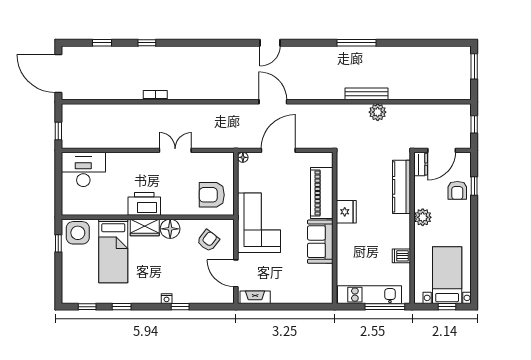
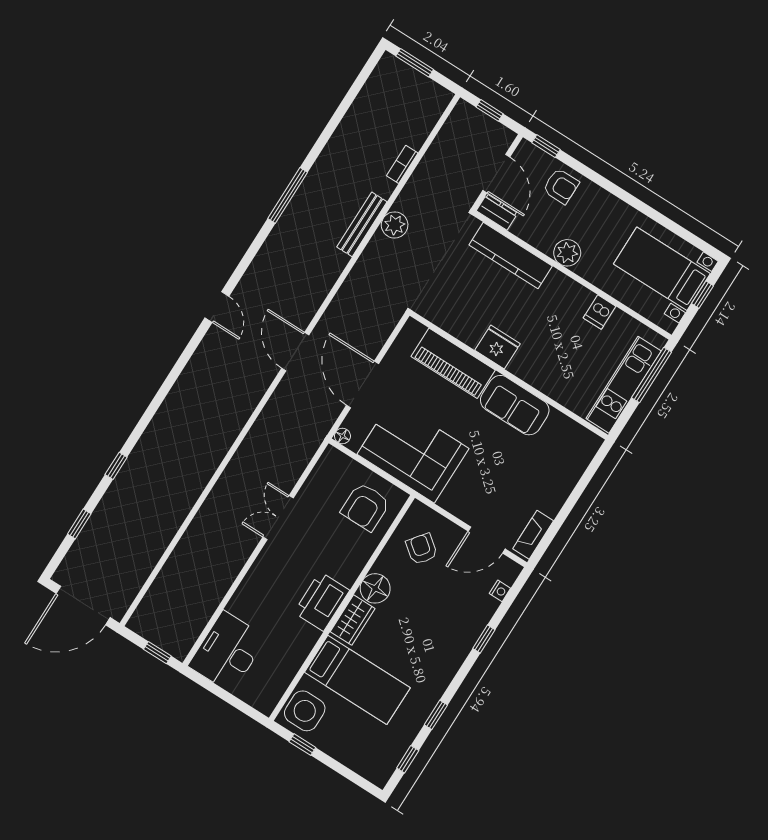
bookcase: (155, 95) -> (402, 164), moved
door: (273, 102) -> (295, 352), hinge flipped
window: (474, 186) -> (546, 146), moved
corner sofa: (259, 223) -> (413, 451), moved
nightstand: (167, 299) -> (500, 591), moved

